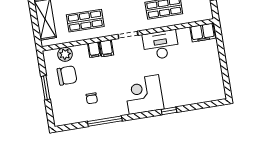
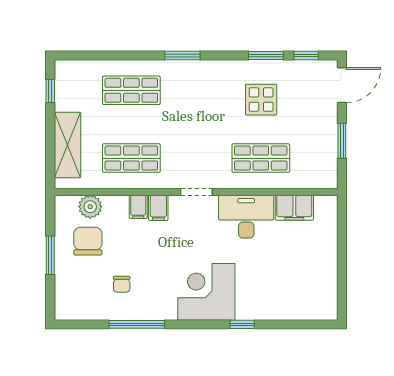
filing cabinet: (203, 33) -> (294, 208), moved
chair: (67, 75) -> (88, 241), turned -88

